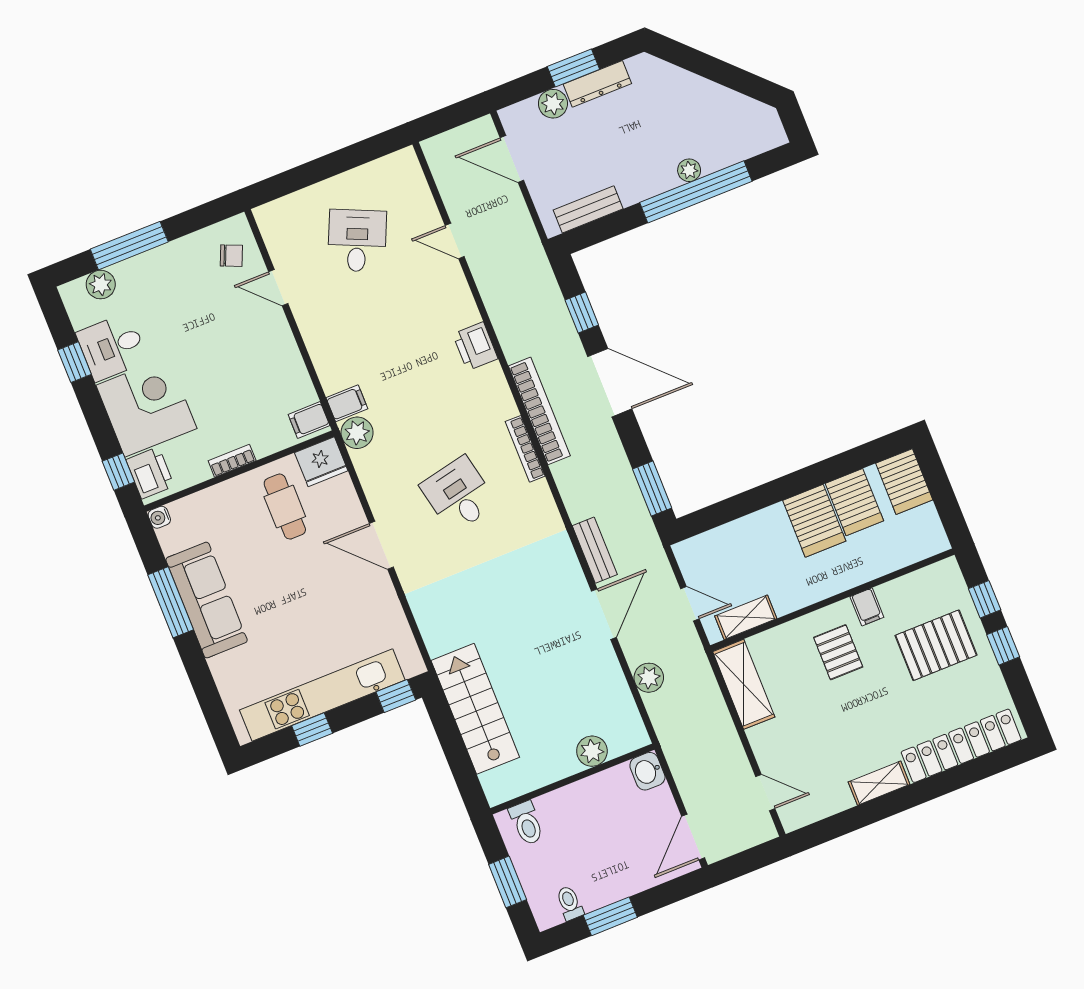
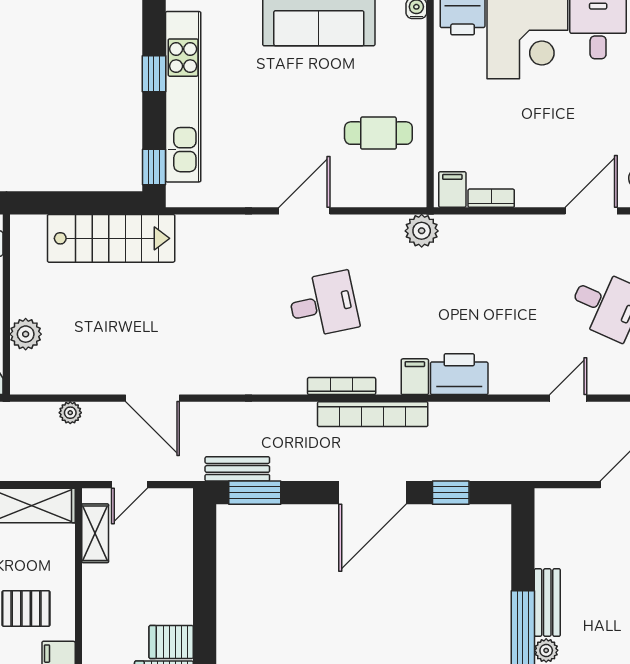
bench: (588, 209) -> (547, 603), moved
door: (278, 288) -> (591, 211), width x1.38
printer: (475, 346) -> (459, 374), width x1.37, depth x1.19
filing cabinet: (347, 403) -> (415, 377), moved, turned 180
bookcase: (232, 461) -> (491, 198), moved, turned -90
fridge: (321, 462) -> (408, 185), removed
server rack: (814, 521) -> (171, 642), width x0.73, depth x0.70
bench: (595, 550) -> (237, 469), moved
plant: (649, 678) -> (70, 413), width x0.73, depth x0.73

